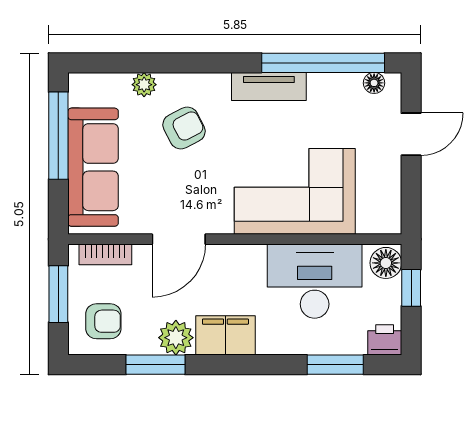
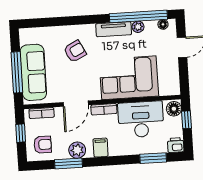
plant: (144, 85) -> (138, 27), moved
window: (58, 136) -> (17, 72), moved
bookcase: (238, 255) -> (104, 109), added
window: (58, 294) -> (21, 133), width x0.67
filing cabinet: (225, 335) -> (101, 148), width x0.50

